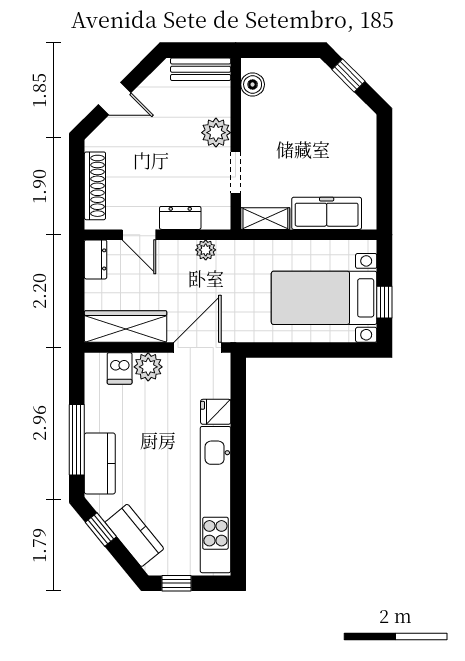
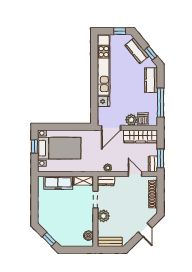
door: (115, 99) -> (145, 230), swing flipped
dresser: (180, 218) -> (106, 181), moved
window: (77, 273) -> (161, 158), added
window: (77, 440) -> (161, 103), moved

